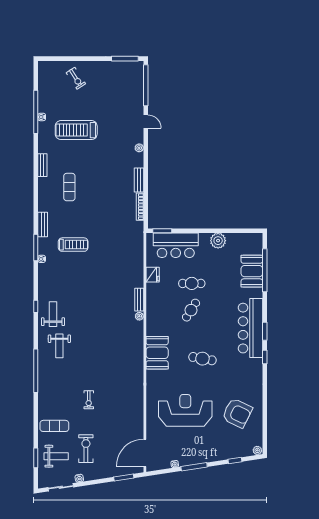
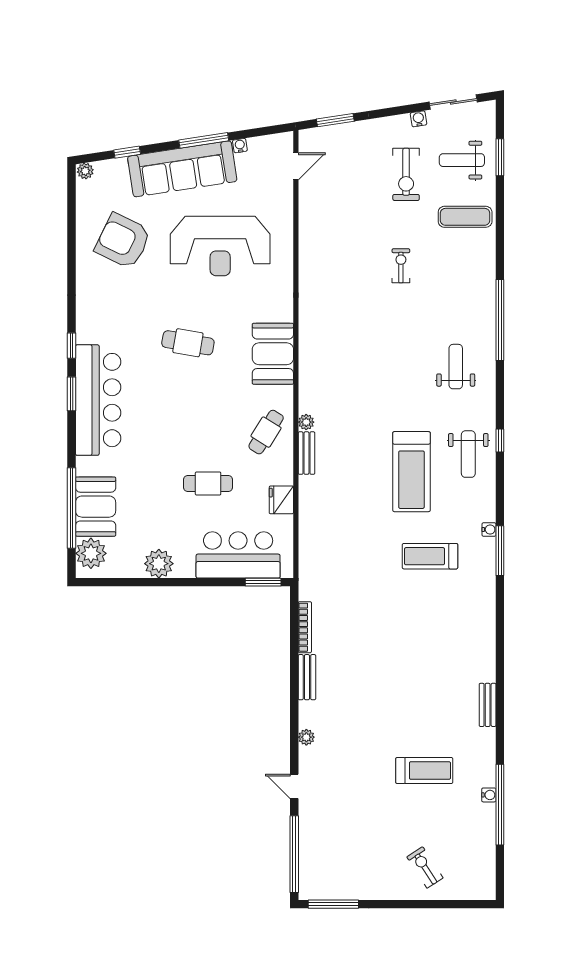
treadmill: (76, 130) -> (424, 771), width x0.73, depth x0.73
exercise mat: (69, 187) -> (437, 664), removed
bench: (43, 225) -> (487, 594), removed
plant: (254, 246) -> (91, 553), added
treadmill: (83, 290) -> (411, 472), added
cafe table: (191, 310) -> (266, 432), moved
weight bench: (53, 314) -> (468, 454), moved
sofa: (206, 452) -> (182, 169), added
door: (145, 453) -> (296, 166), width x0.53

